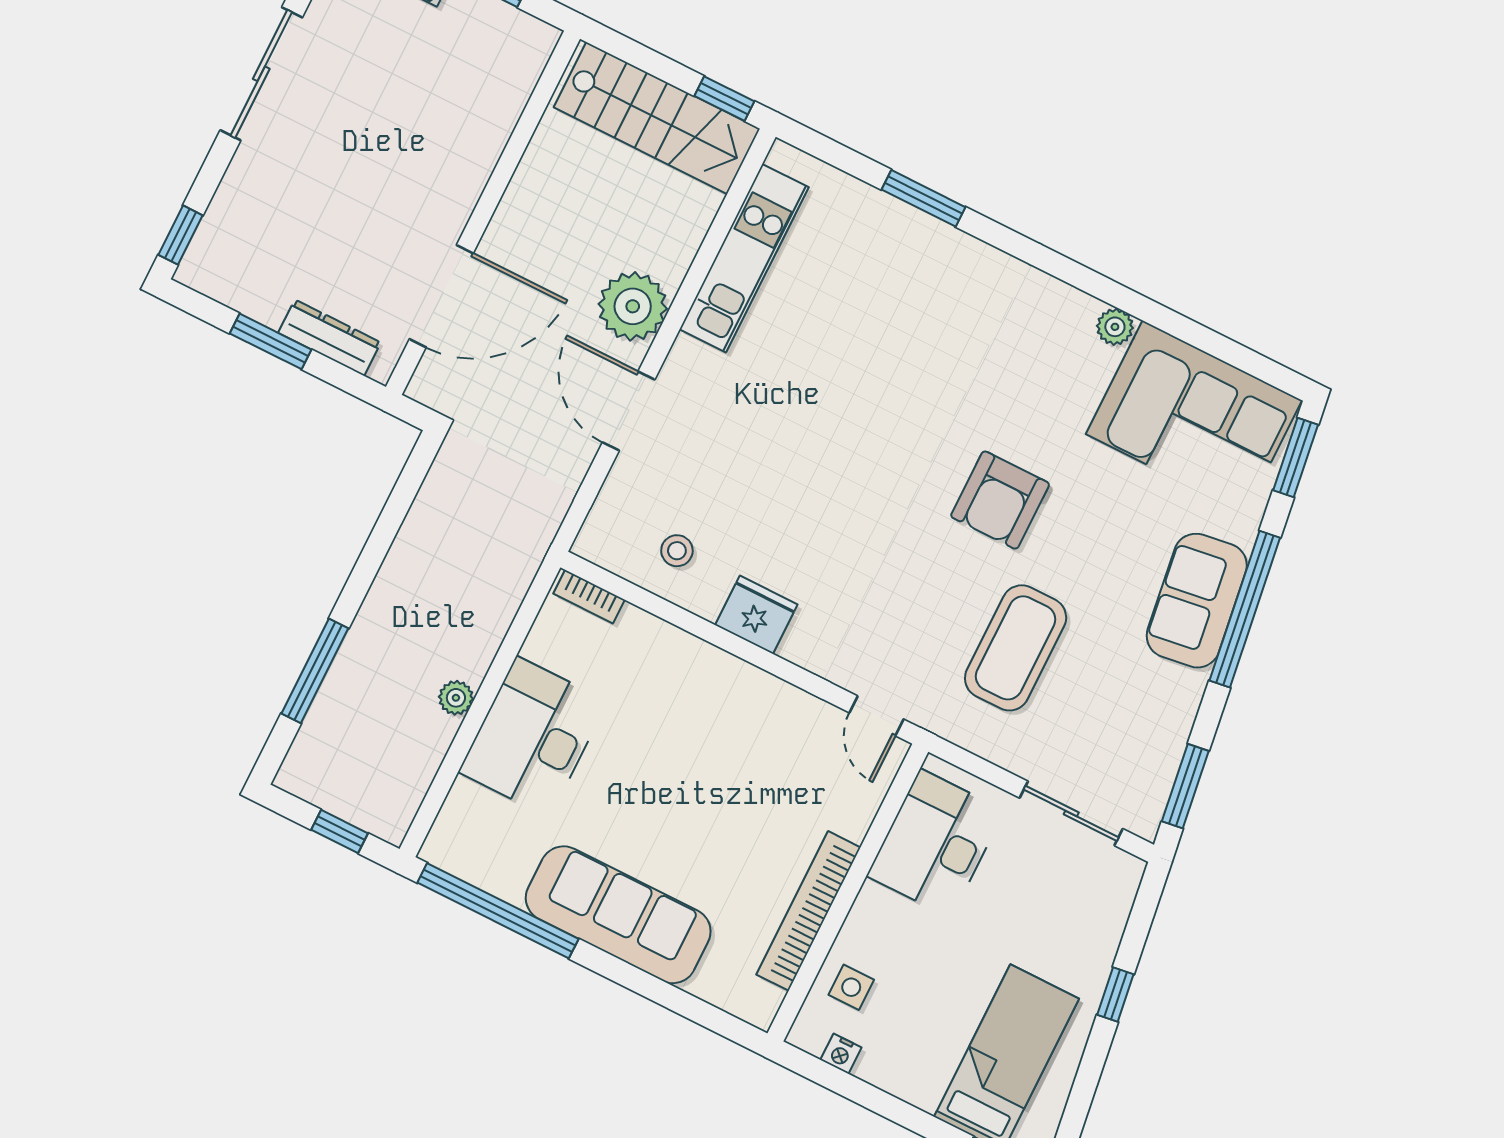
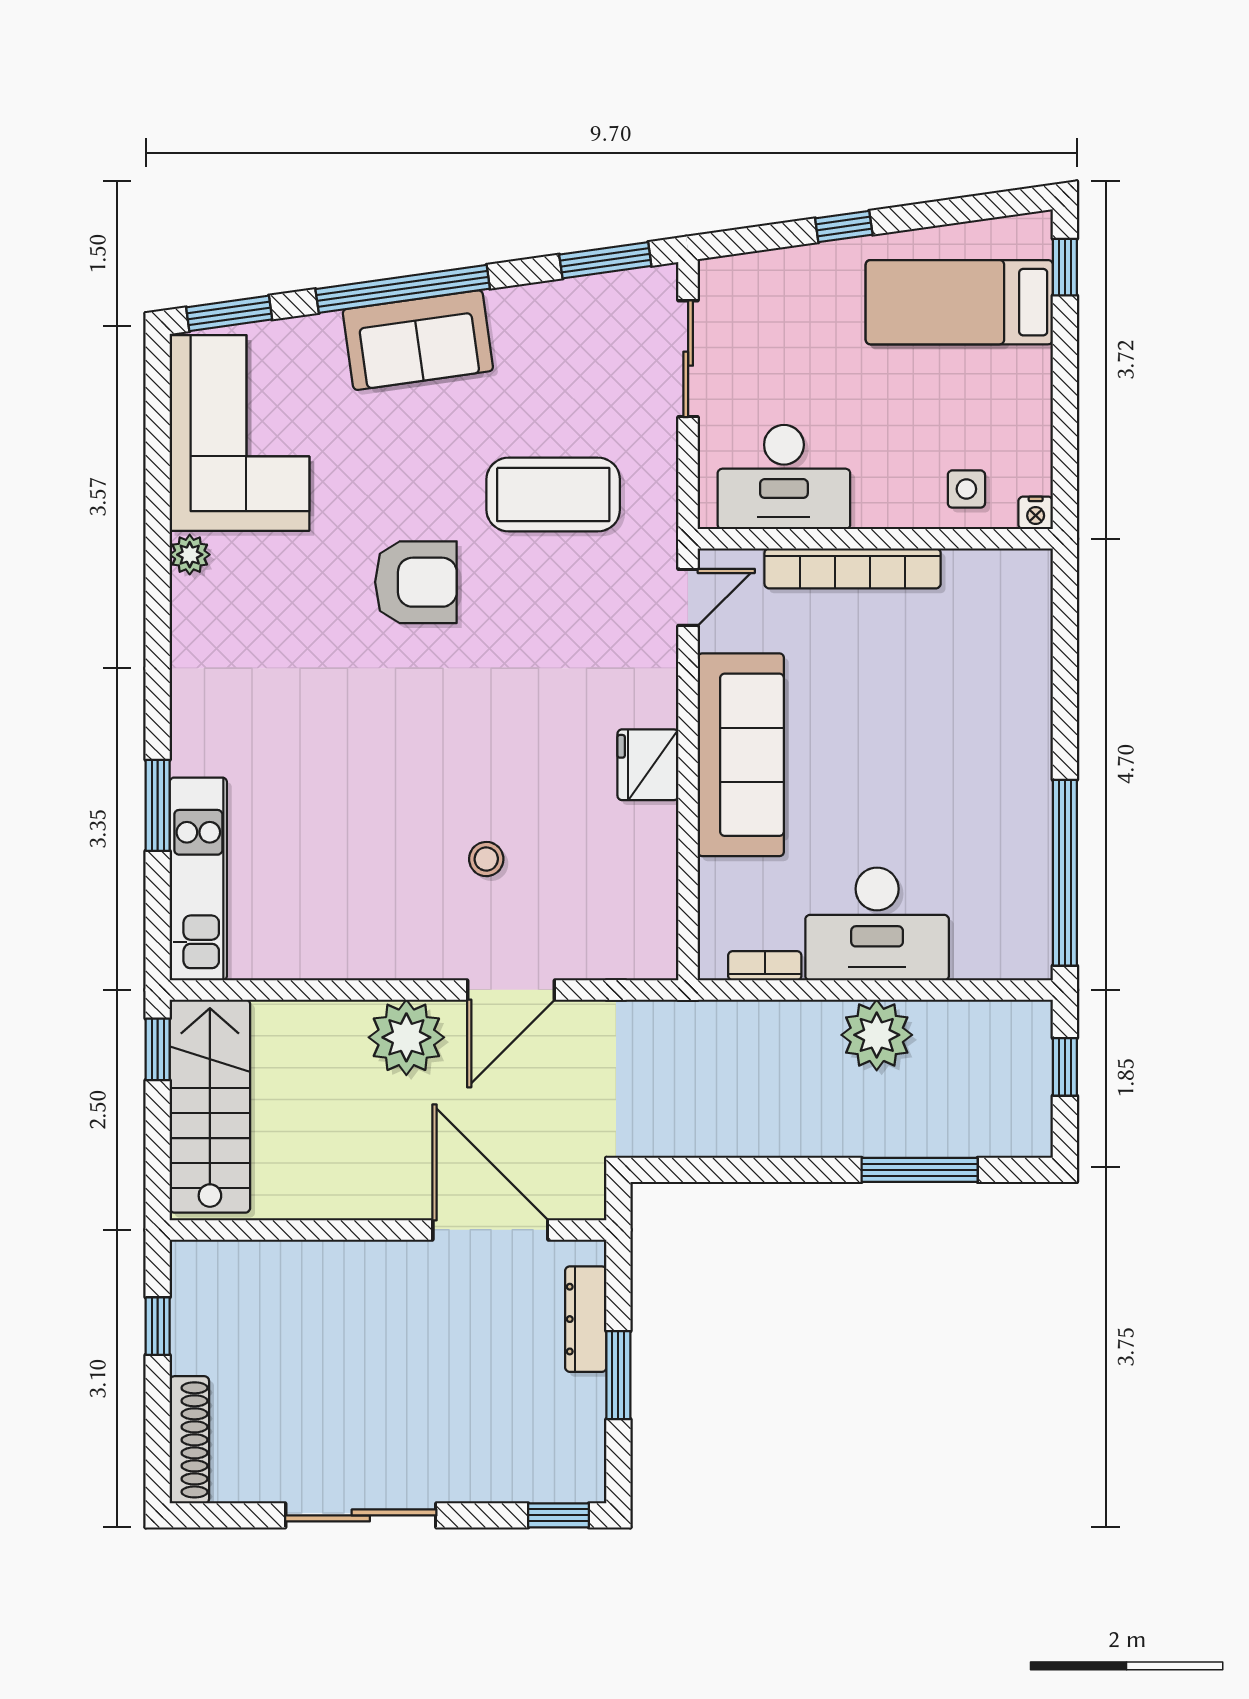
kitchen unit: (744, 258) -> (198, 879), moved, turned 90
stool: (677, 551) -> (486, 859), moved
bookcase: (589, 597) -> (765, 966), moved, turned -90
plant: (456, 698) -> (877, 1035), width x1.87, depth x1.87
bookcase: (808, 911) -> (853, 568), moved
sofa: (618, 915) -> (741, 755), moved, turned 180
nightstand: (841, 1054) -> (1036, 513), moved, turned 90

